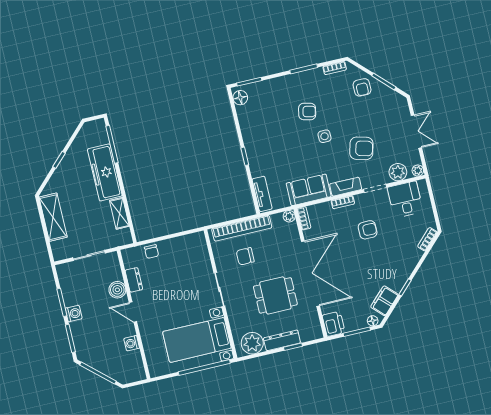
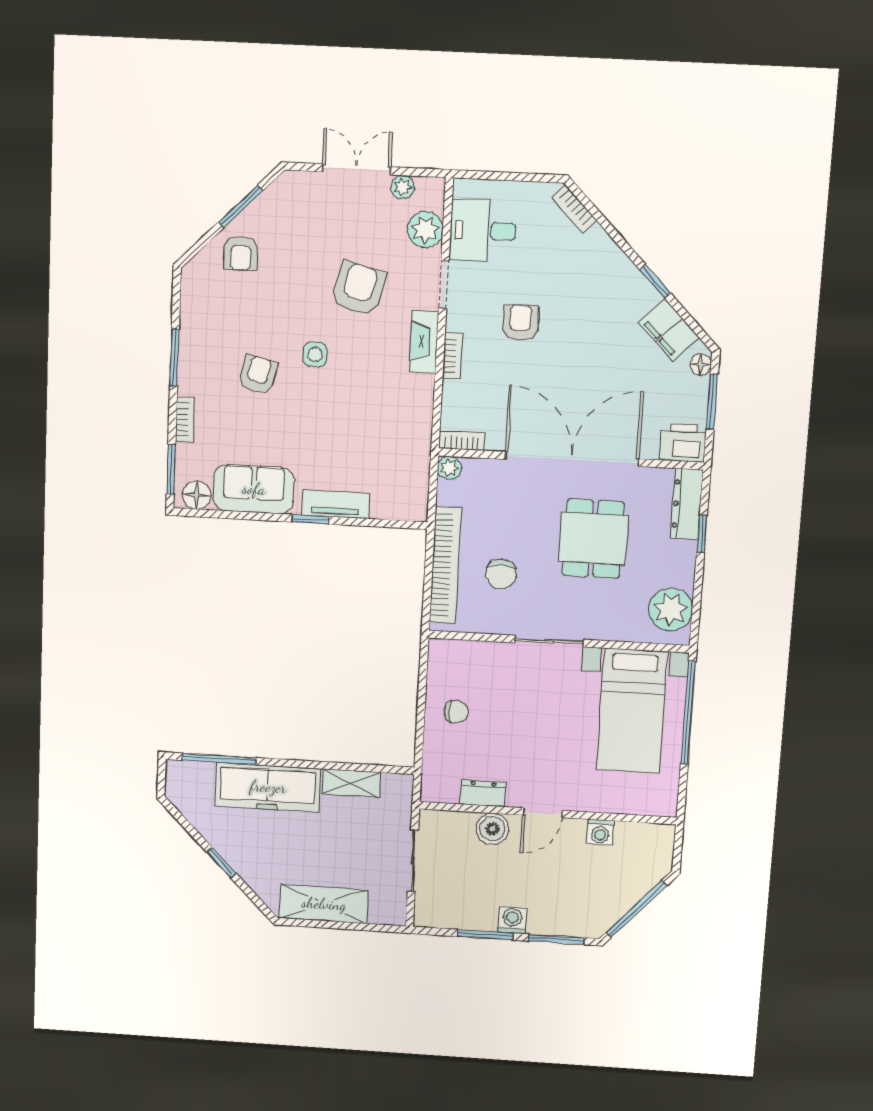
bookcase: (335, 68) -> (185, 420), moved
armchair: (362, 87) -> (241, 253), turned 90
plant: (418, 171) -> (403, 187), moved
sofa: (309, 190) -> (254, 489), moved, turned 90
tv unit: (262, 194) -> (335, 504), moved
chair: (151, 252) -> (456, 712), moved
dresser: (282, 340) -> (687, 504), moved

